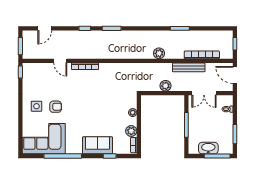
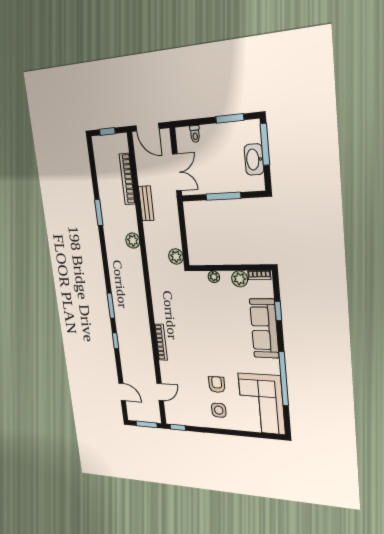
door: (60, 61) -> (160, 392), moved
bench: (189, 67) -> (146, 203), width x0.73
door: (235, 75) -> (147, 127), hinge flipped
plant: (166, 86) -> (176, 256), moved
sofa: (98, 145) -> (264, 328), width x1.36

